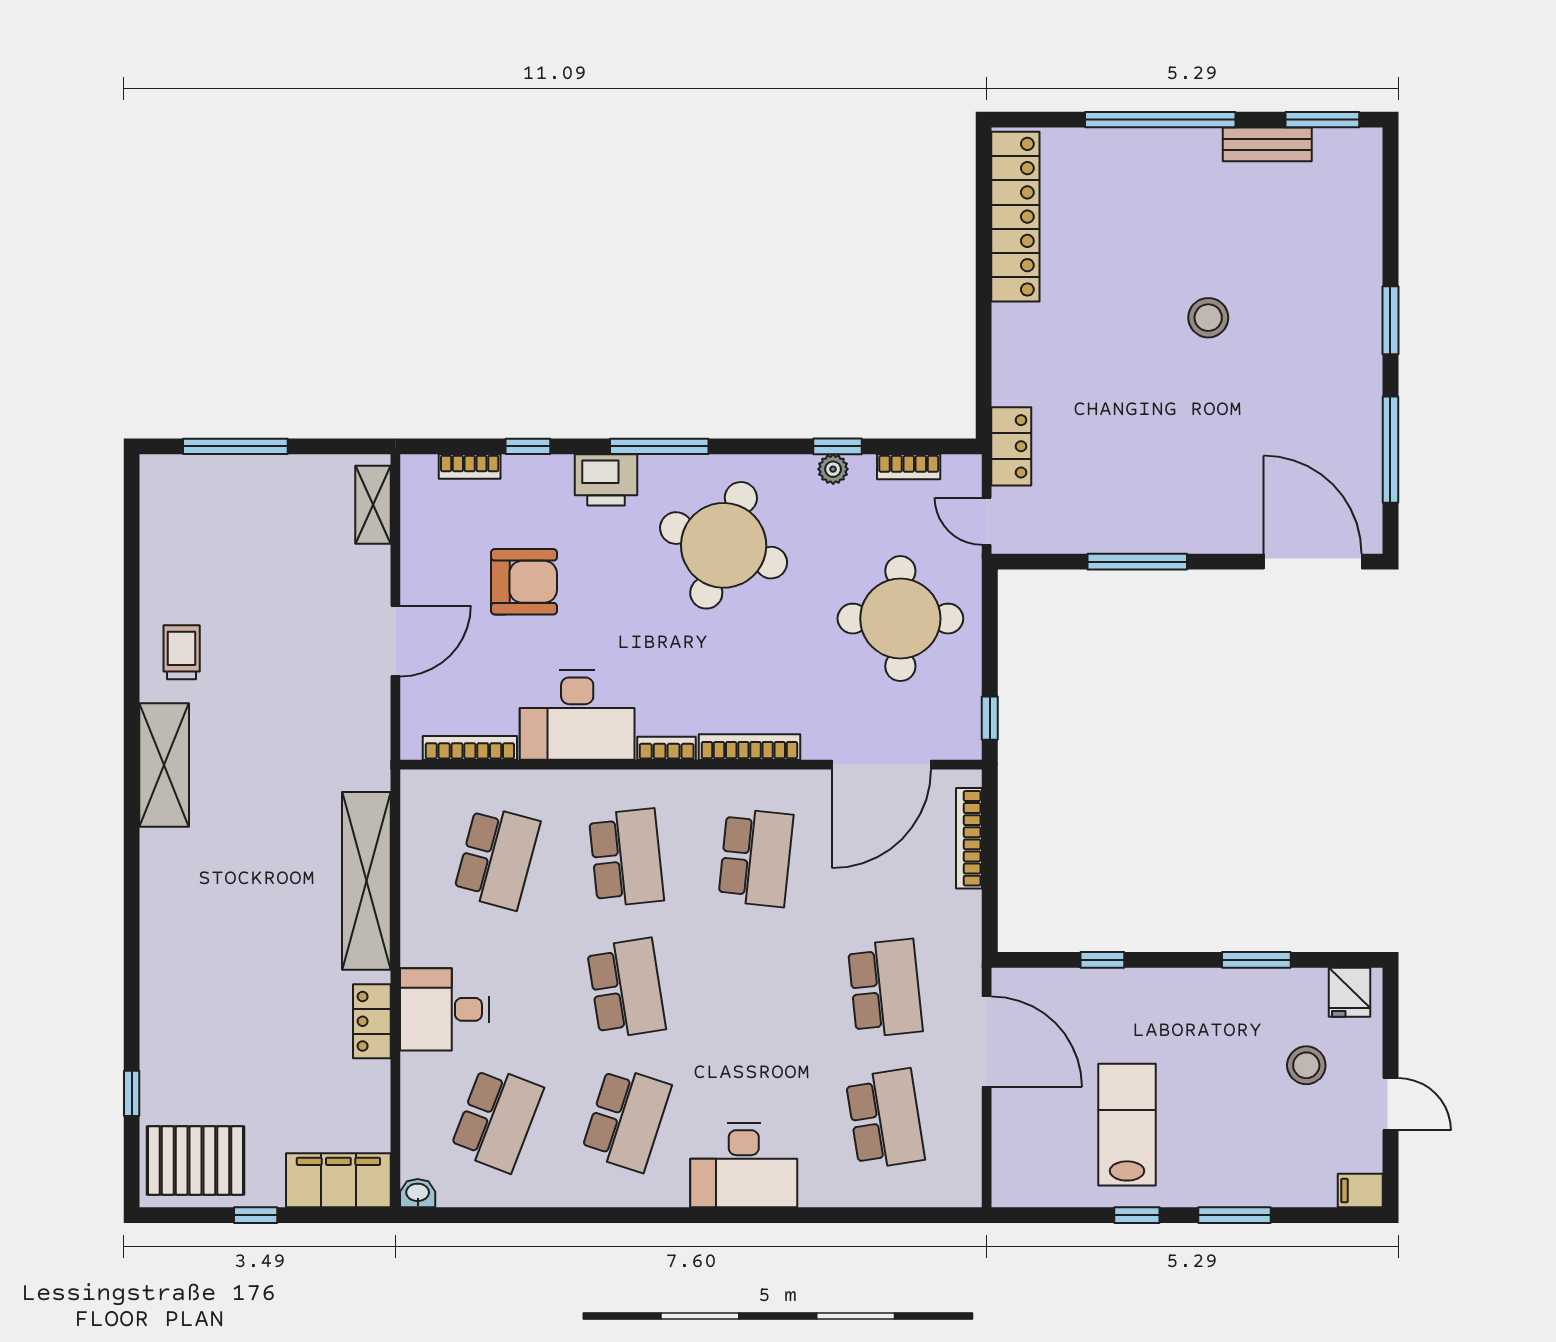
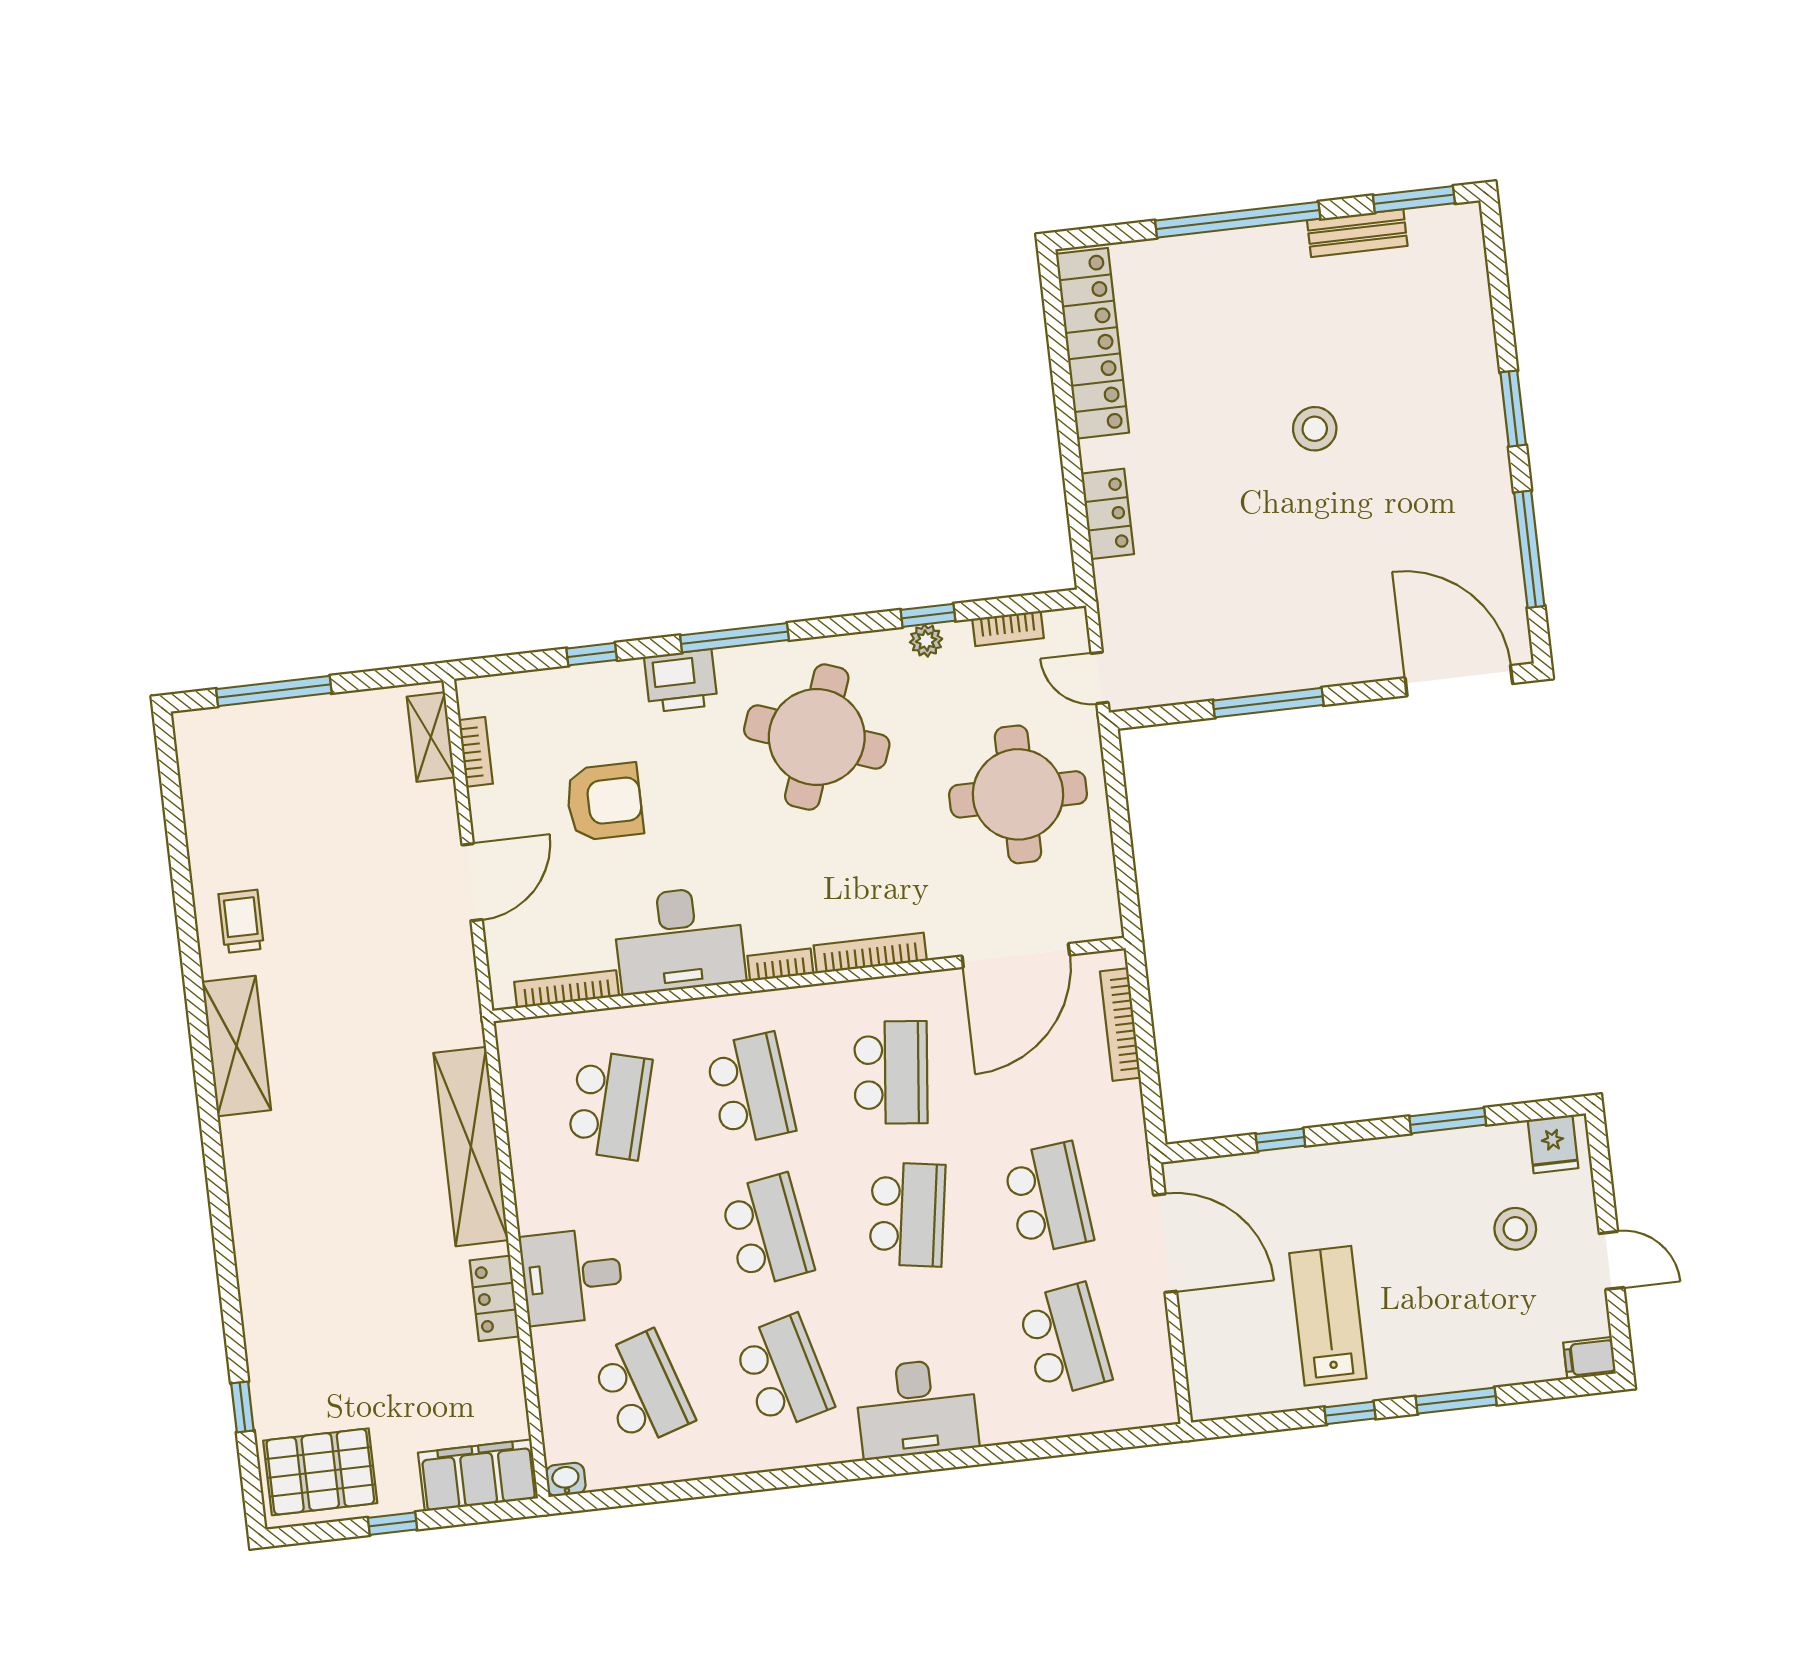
locker: (1011, 446) -> (1108, 514), moved
bookcase: (470, 467) -> (476, 752), moved, turned -90
window: (990, 718) -> (1128, 891), removed
school desk: (756, 988) -> (907, 1214), added
school desk: (497, 1119) -> (642, 1389), turned -39
school desk: (626, 1119) -> (783, 1373), turned -33

